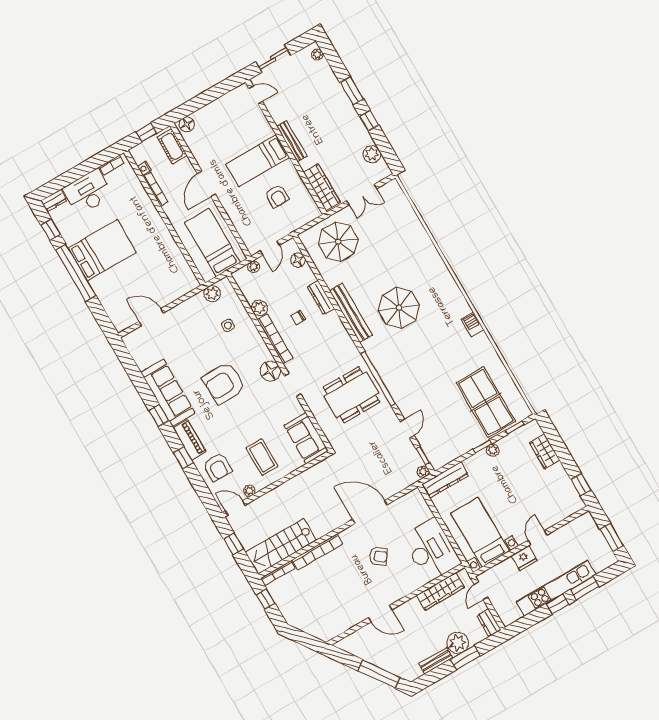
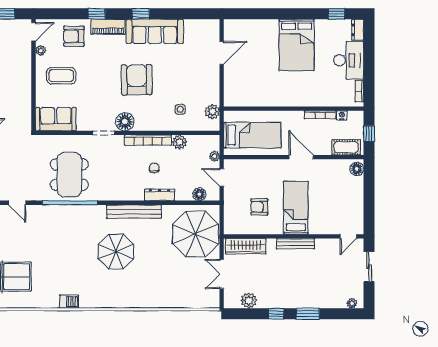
parasol: (338, 242) -> (196, 234), width x1.36, depth x1.36
window: (76, 273) -> (291, 14), removed

